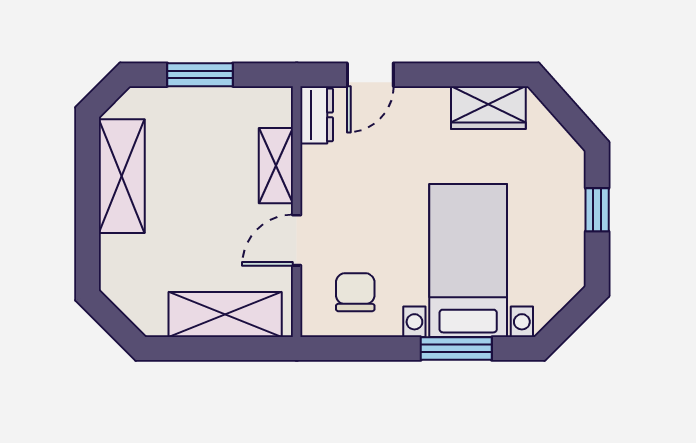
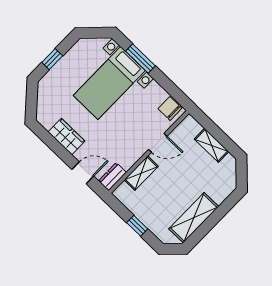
window: (200, 75) -> (137, 226), width x0.67
wardrobe: (488, 108) -> (66, 136), moved
chair: (355, 292) -> (170, 108), moved, turned 90
shelving: (225, 315) -> (212, 145), width x0.67, depth x0.75

